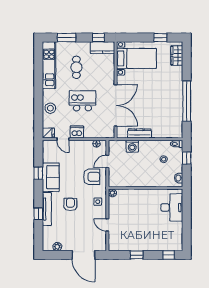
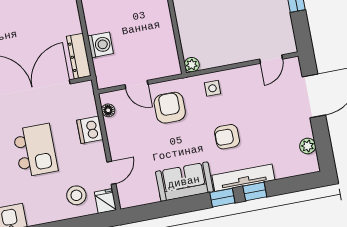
kitchen island: (82, 101) -> (35, 150), turned 180
stool: (50, 108) -> (76, 195), moved
dishwasher: (77, 132) -> (90, 130), moved
dresser: (140, 133) -> (79, 56), moved
window: (38, 173) -> (222, 198), moved
door: (107, 225) -> (271, 59), moved

